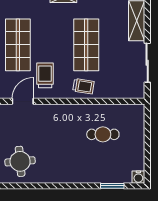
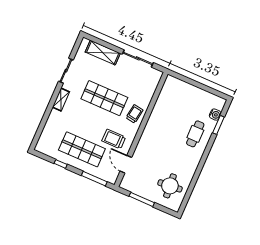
cafe table: (103, 134) -> (195, 134), moved
water cooler: (138, 177) -> (215, 115), moved

